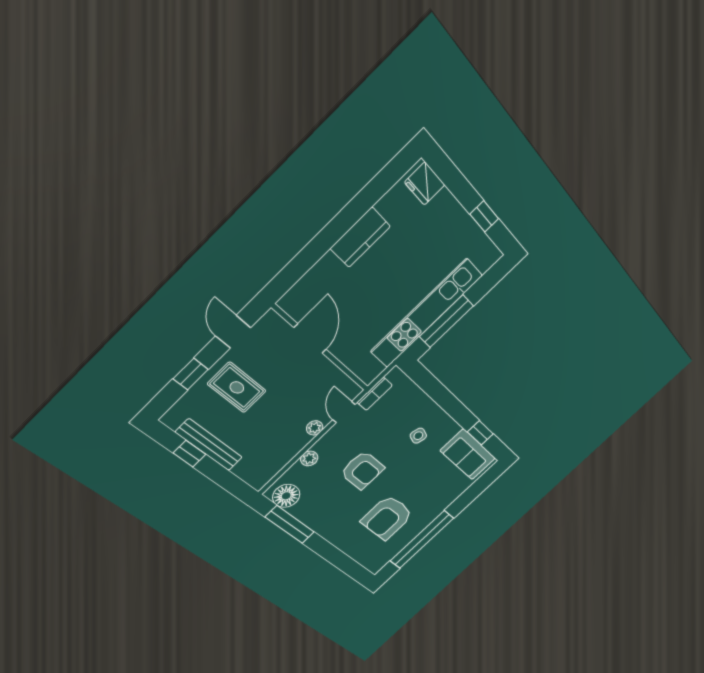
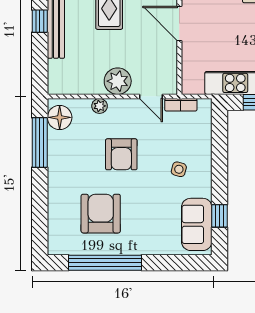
door: (310, 339) -> (179, 23), swing flipped
door: (344, 412) -> (151, 96), swing flipped
plant: (315, 428) -> (118, 81), width x1.87, depth x1.87
armchair: (387, 518) -> (101, 214), turned 90

